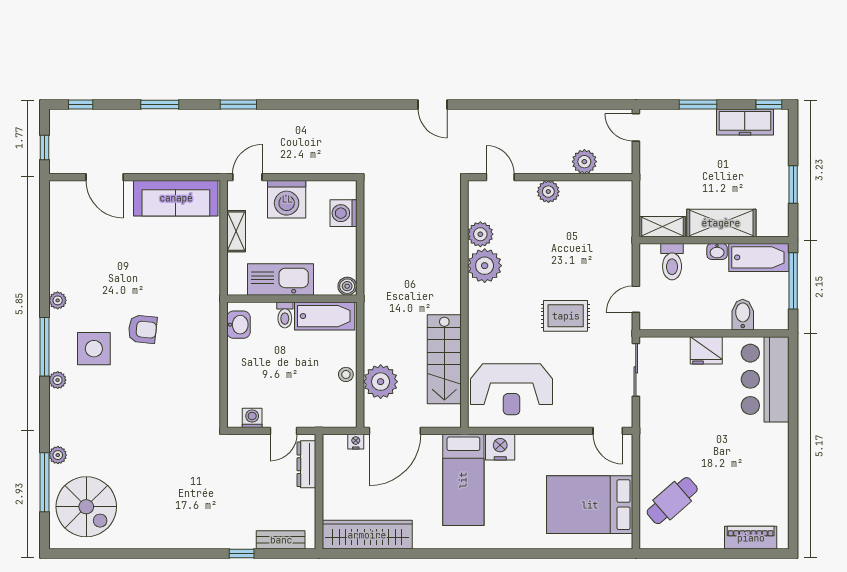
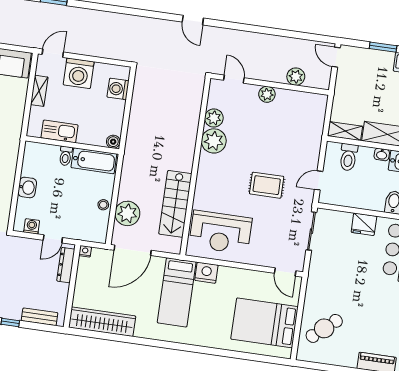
kitchen sink: (280, 280) -> (59, 131), width x0.73, depth x0.81
washbasin: (239, 325) -> (27, 187), moved
nightstand: (356, 442) -> (85, 251), moved

